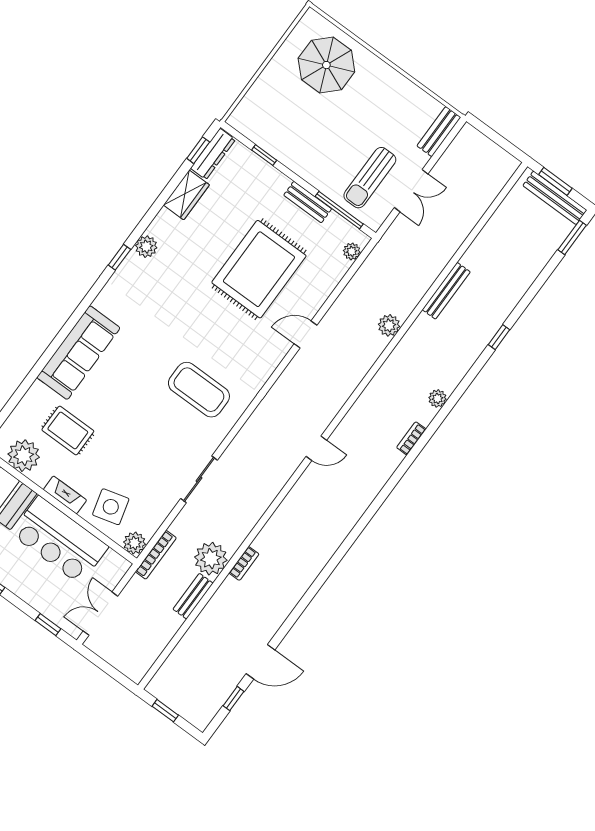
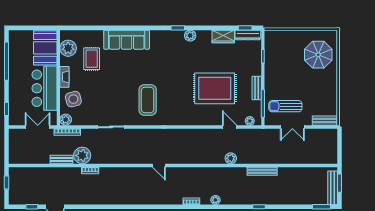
door: (305, 335) -> (230, 127), moved
double door: (100, 614) -> (38, 127), moved

